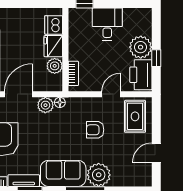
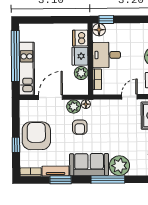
floor lamp: (76, 15) -> (99, 30), added
desk: (107, 24) -> (107, 55), moved, turned -90
armchair: (95, 130) -> (80, 127), moved, turned -90

